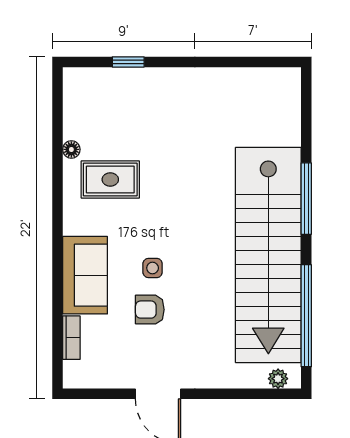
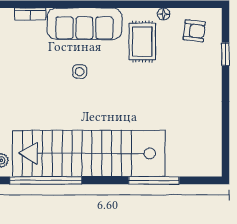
window: (306, 199) -> (154, 180), moved
sofa: (85, 275) -> (84, 24), width x1.36
armchair: (150, 310) -> (194, 31), moved, turned 97

